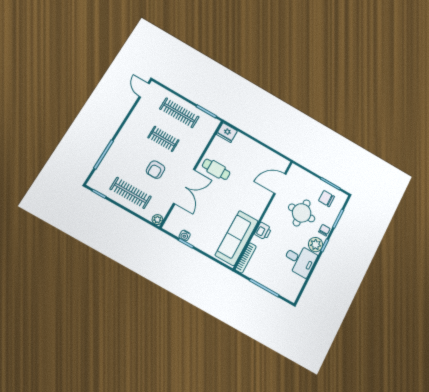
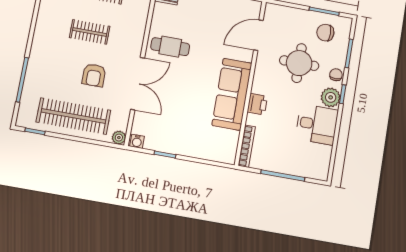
clothes rail: (131, 193) -> (73, 116), width x1.37, depth x1.31
water cooler: (185, 236) -> (137, 141), moved
sofa: (237, 238) -> (232, 94), moved

